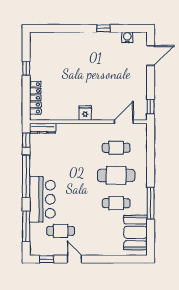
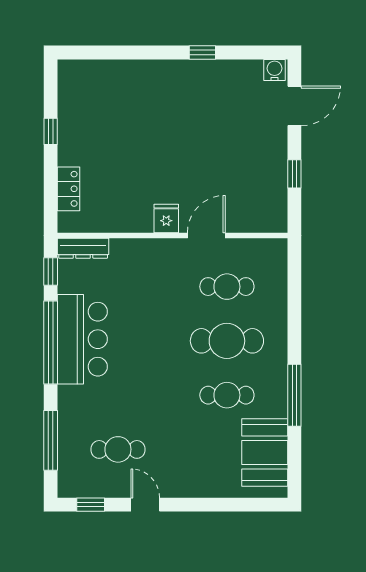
water cooler: (127, 37) -> (275, 70), moved
locker: (35, 98) -> (69, 189), width x0.66
window: (151, 107) -> (294, 174), moved
door: (124, 122) -> (206, 235), moved
bar counter: (42, 199) -> (82, 339), moved

